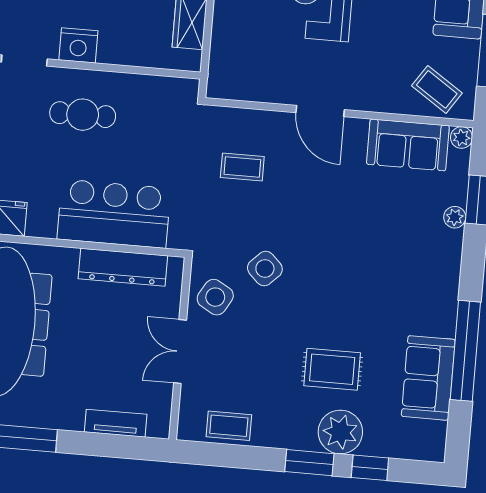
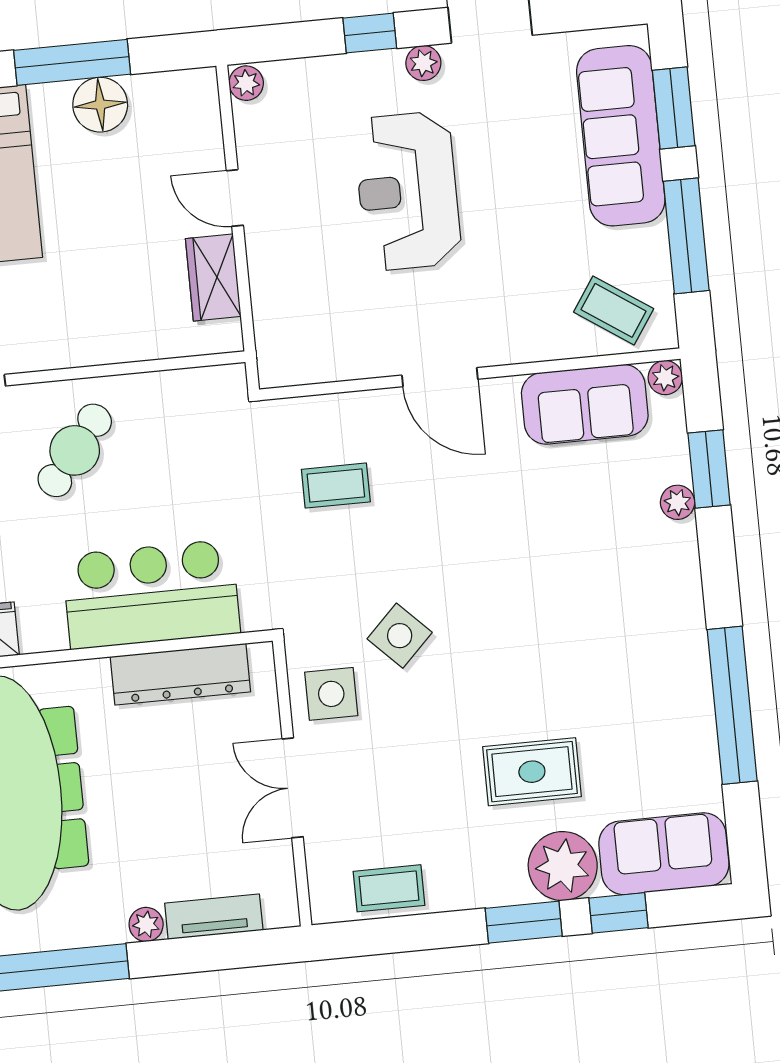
nightstand: (78, 45) -> (48, 345), removed
cafe table: (83, 115) -> (75, 450), turned -51
side table: (215, 297) -> (331, 694), turned -30
sofa: (428, 378) -> (664, 854), moved, turned 90
plant: (72, 420) -> (146, 924), added

